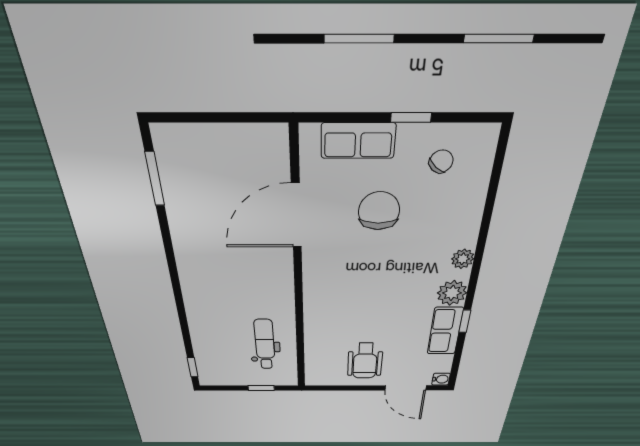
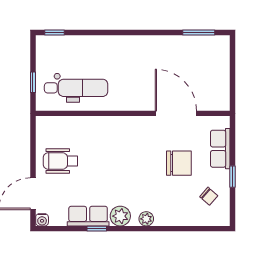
dental chair: (265, 345) -> (76, 88), width x1.36, depth x1.38

